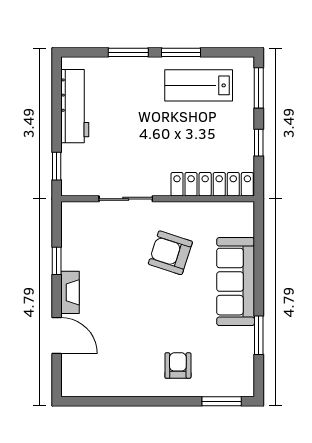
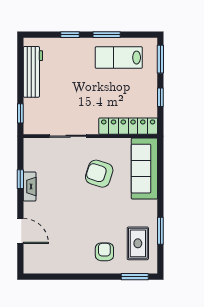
window: (128, 52) -> (70, 35), width x0.67
sofa: (236, 282) -> (144, 169), moved
fireplace: (70, 292) -> (30, 186), moved
rug: (226, 353) -> (138, 243), added

